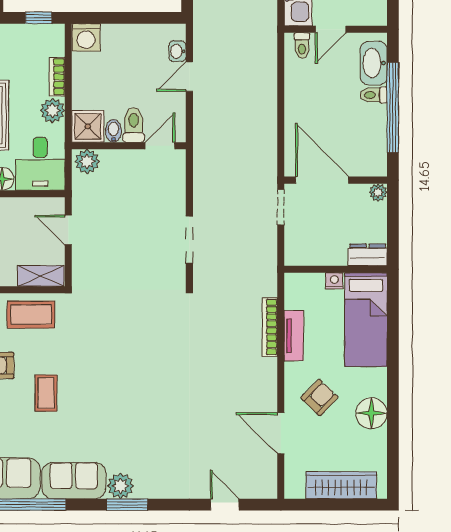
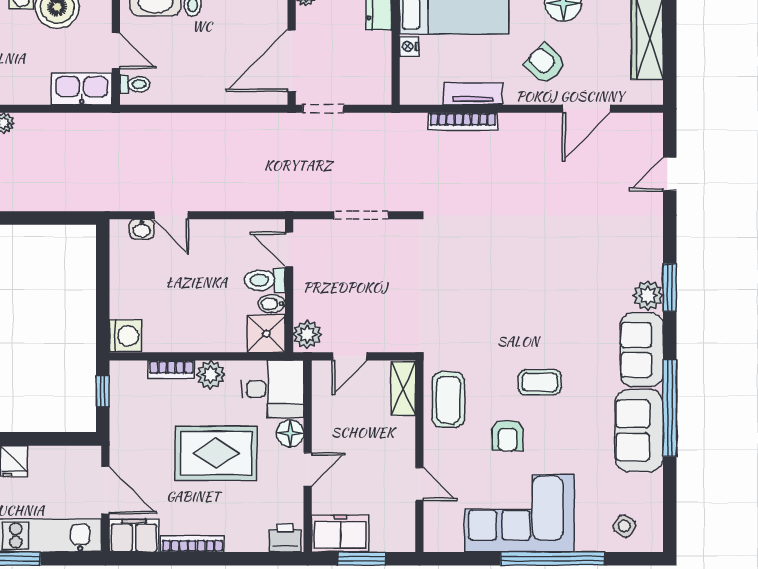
toilet: (134, 125) -> (265, 280), moved
shower: (88, 126) -> (266, 334), moved
bidet: (113, 131) -> (272, 304), moved
wall: (129, 146) -> (289, 286), moved
door: (160, 146) -> (289, 249), moved
plant: (87, 161) -> (307, 334), moved

